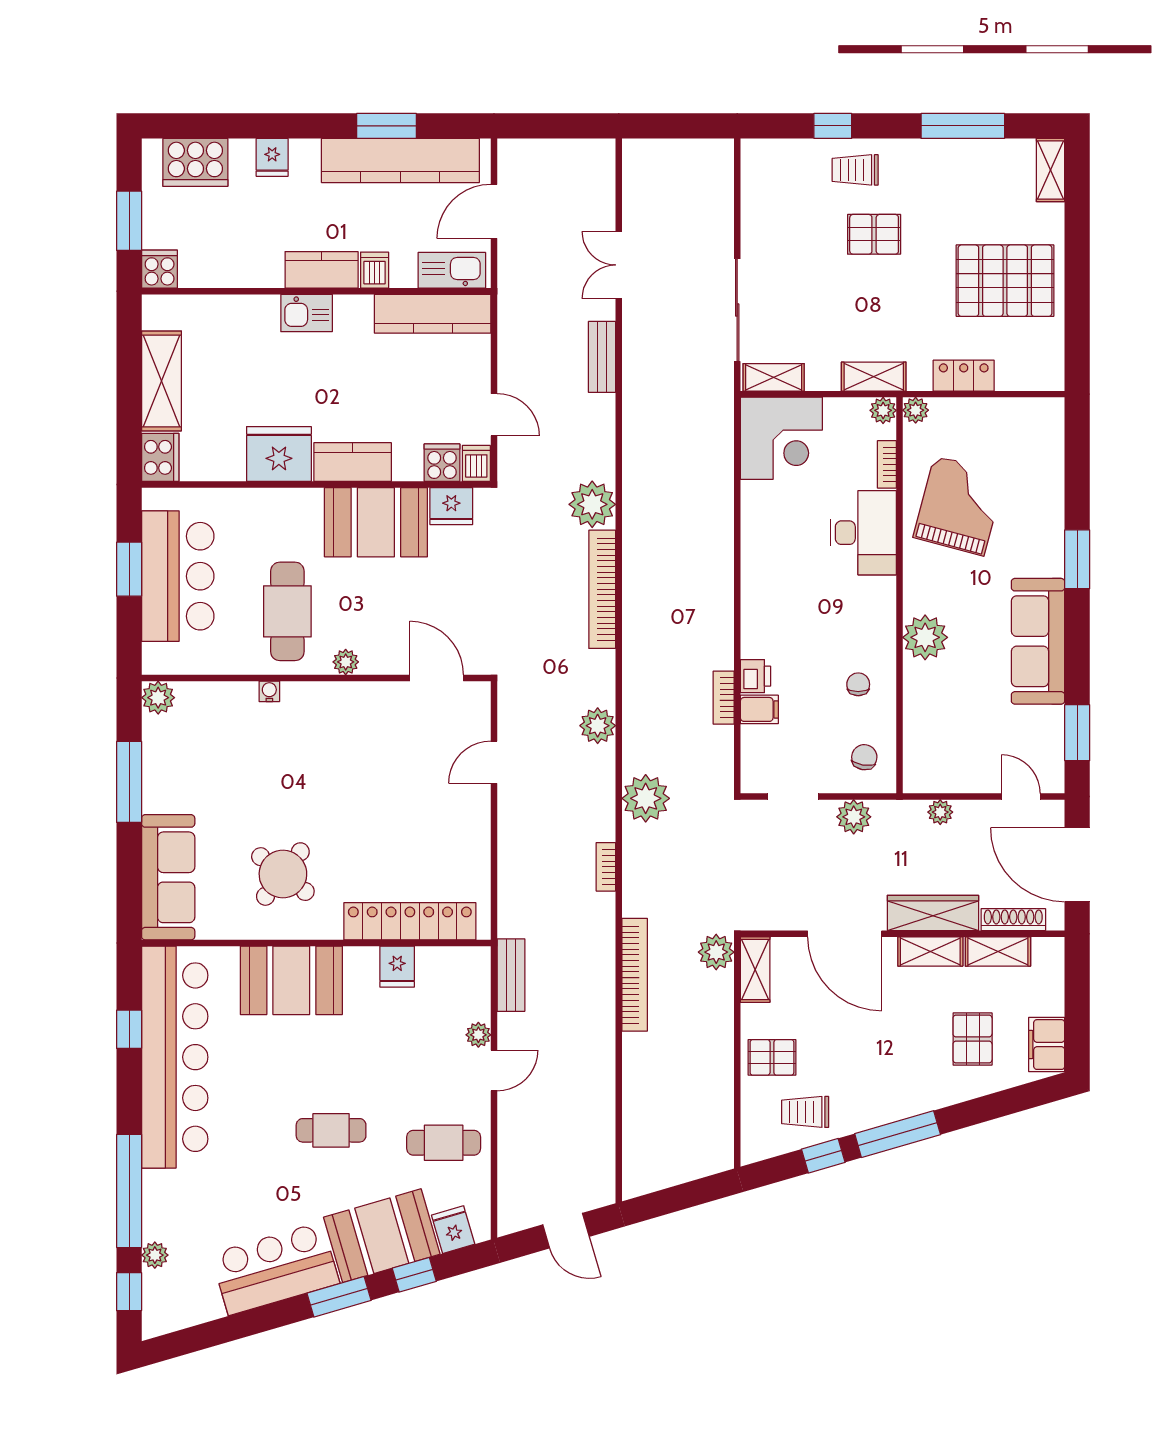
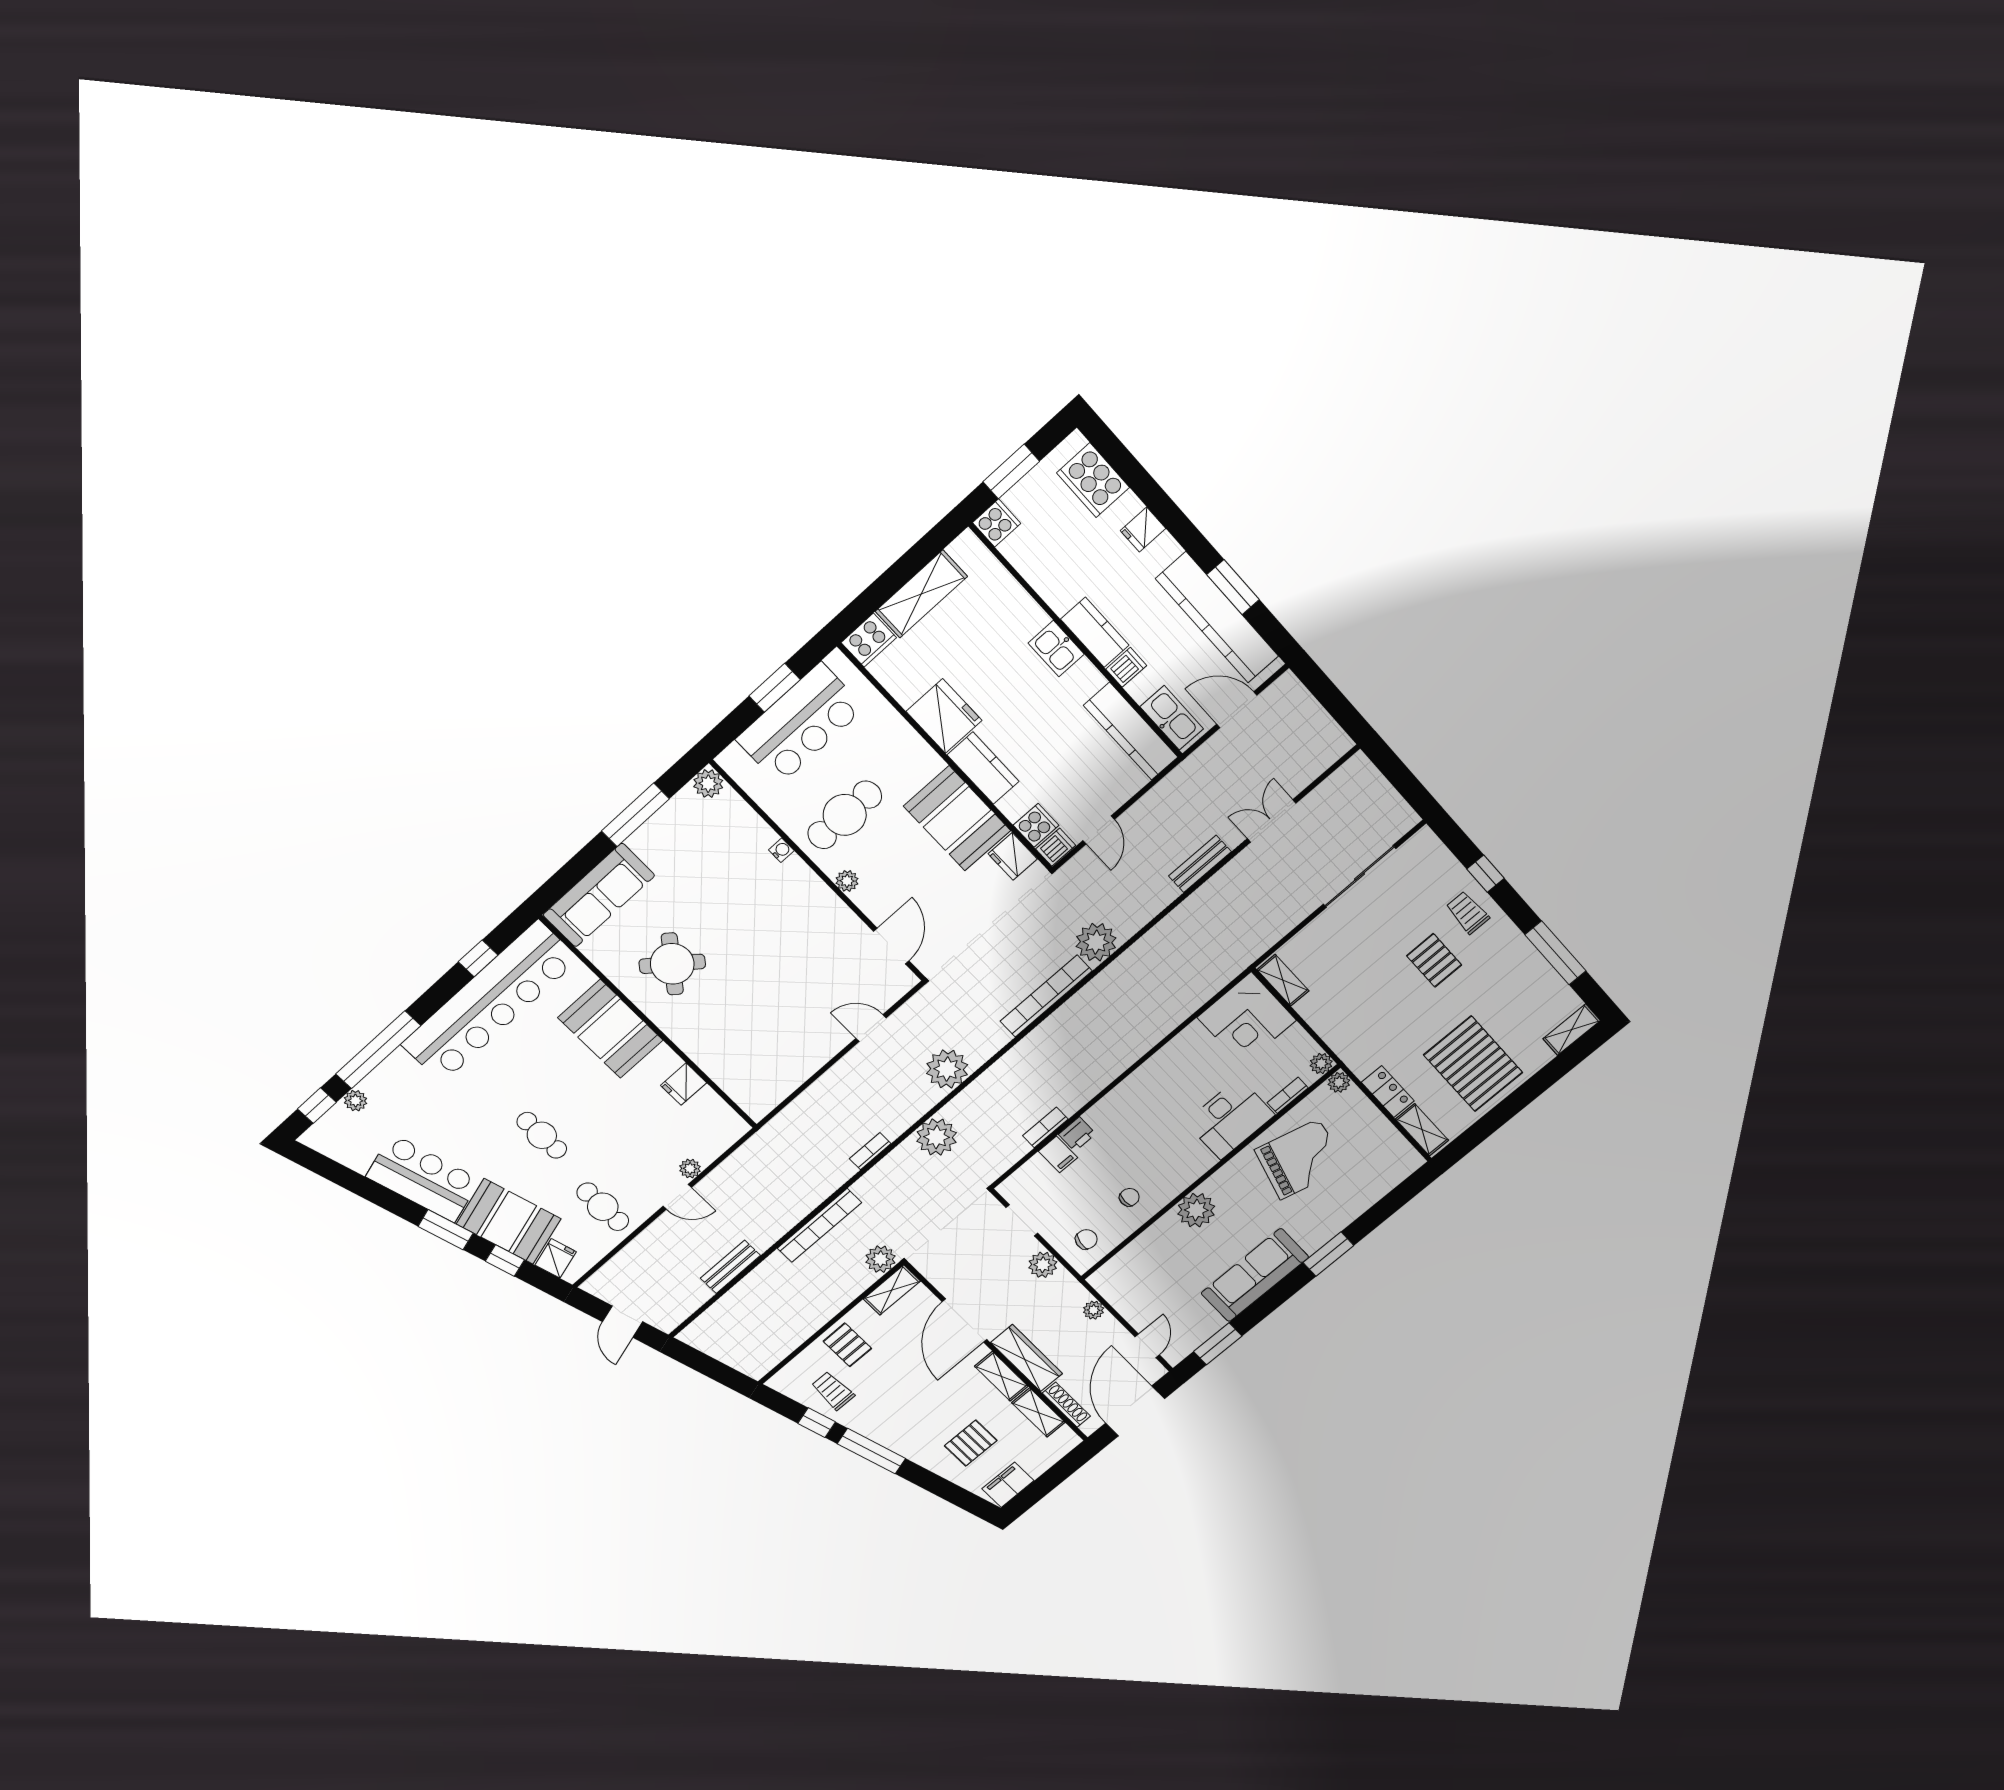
sliding door: (737, 310) -> (1359, 876), moved
shelving: (874, 377) -> (1422, 1130), moved
plant: (598, 726) -> (947, 1069), width x1.36, depth x1.36
locker: (410, 921) -> (720, 1067), removed
bench: (511, 975) -> (730, 1267), moved

